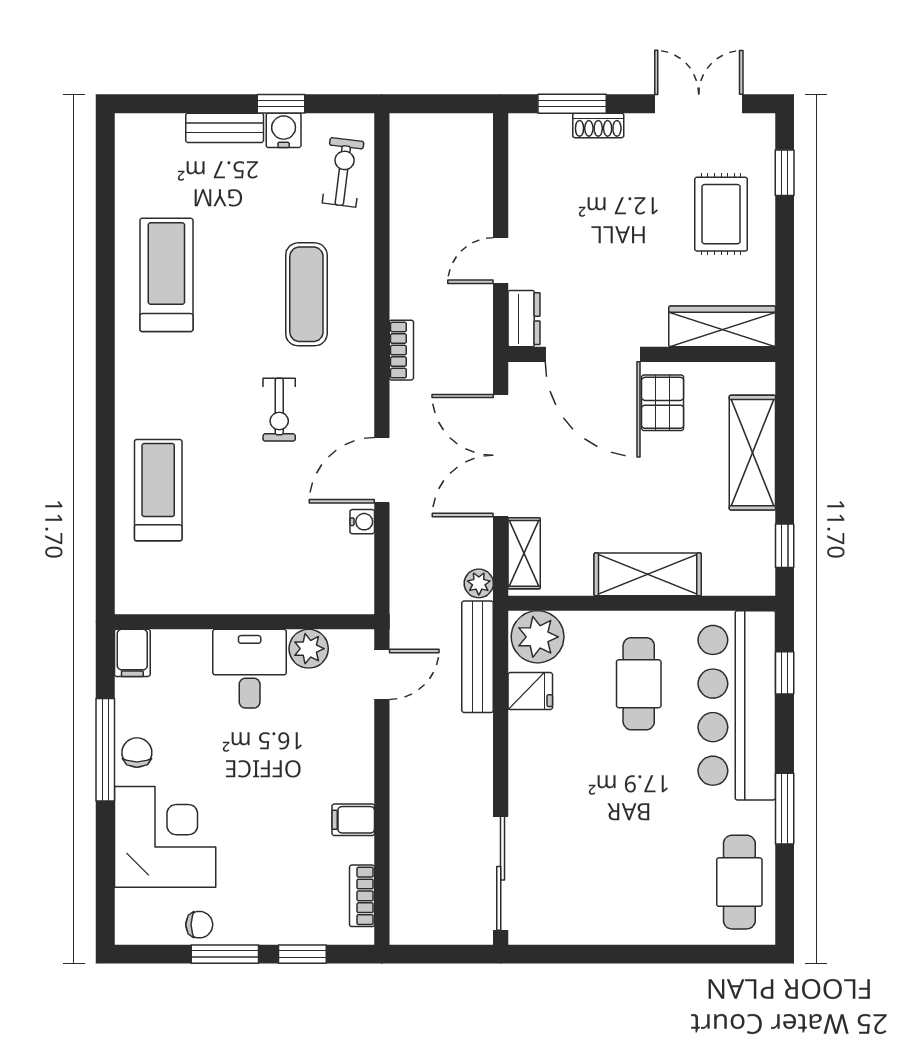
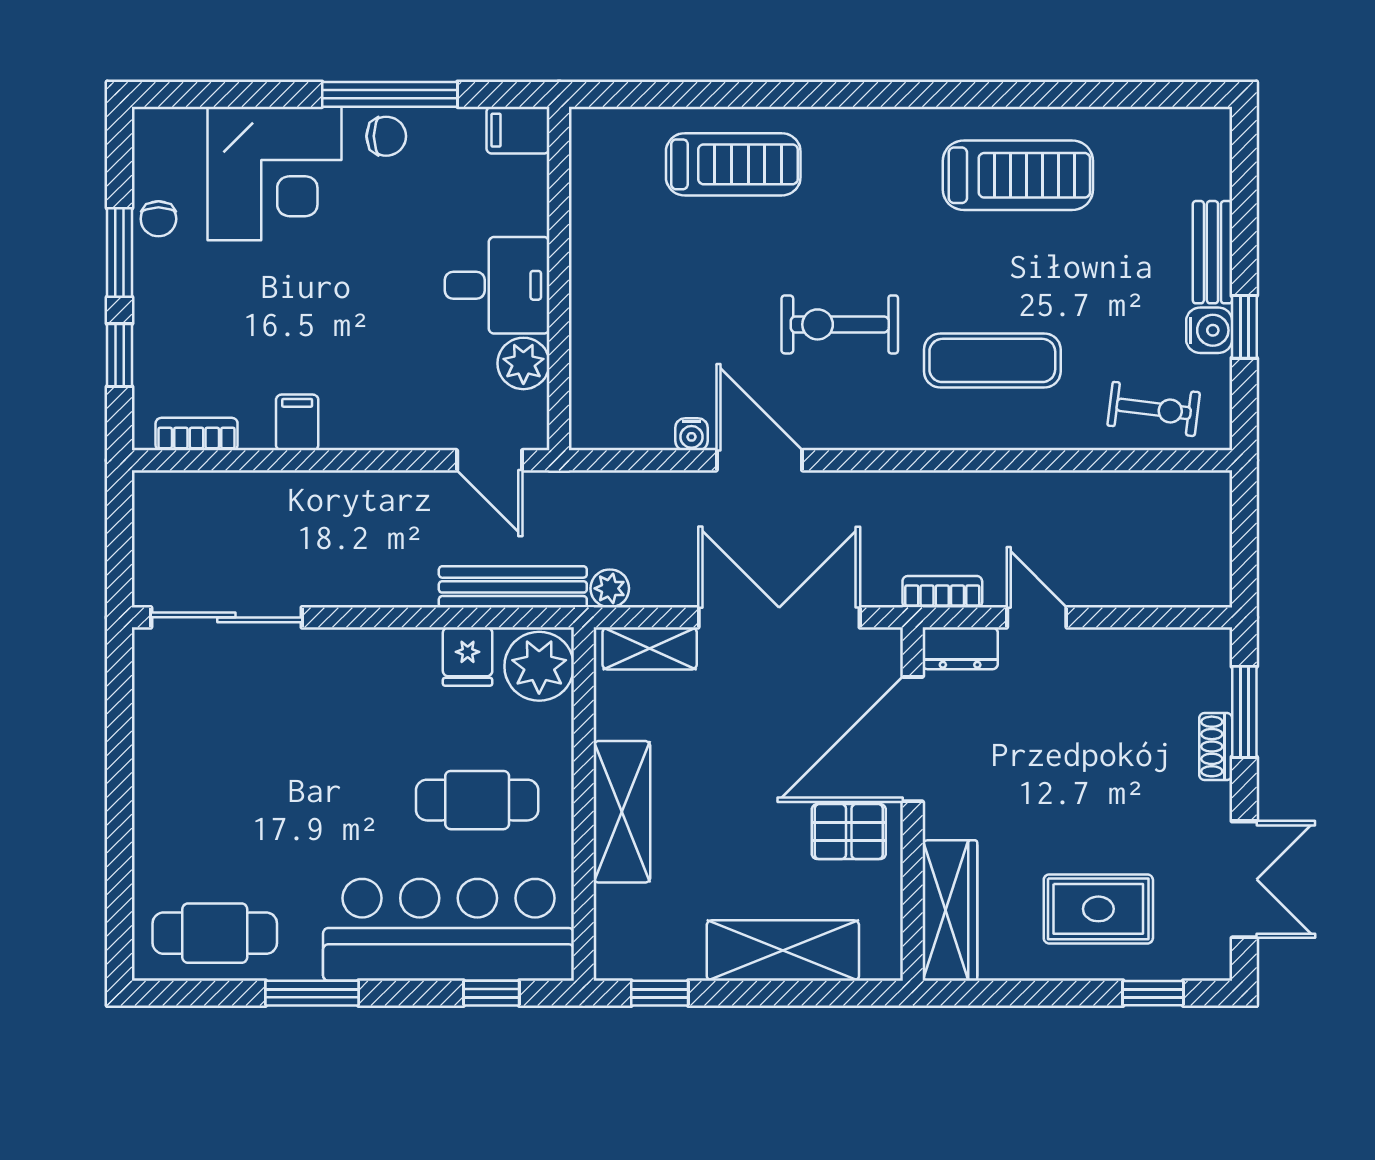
bookcase: (401, 350) -> (942, 592), moved, turned 180
exercise bike: (279, 410) -> (840, 324), width x1.38, depth x1.39

